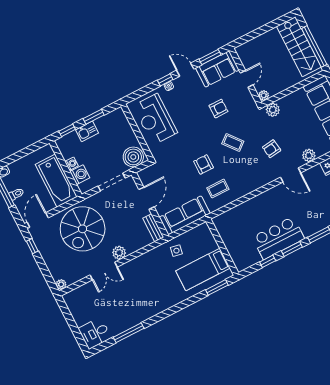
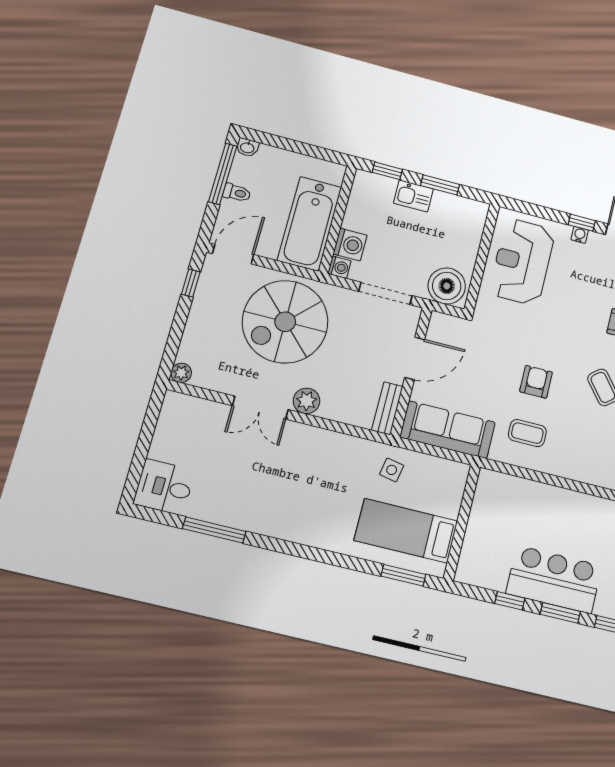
washing machine: (72, 164) -> (339, 267), moved

